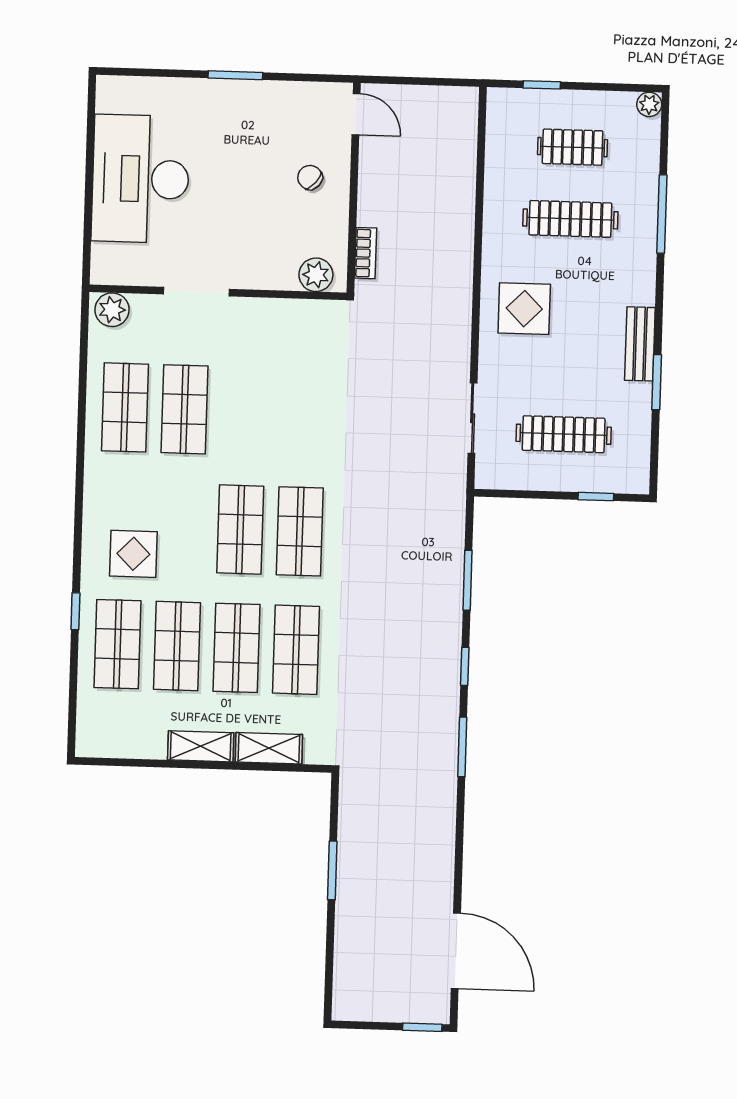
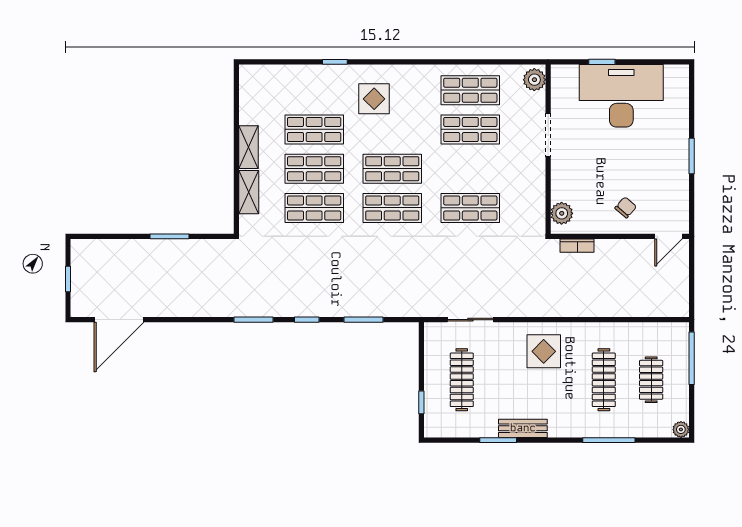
window: (542, 85) -> (692, 358), width x2.17
window: (88, 207) -> (602, 62), added
shop shelf: (118, 644) -> (470, 208), moved
window: (422, 1027) -> (68, 279), moved

